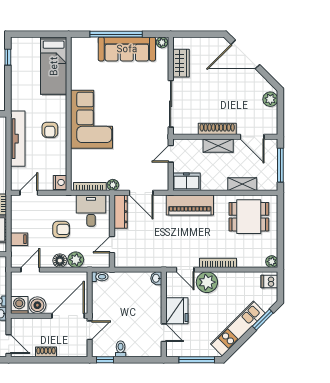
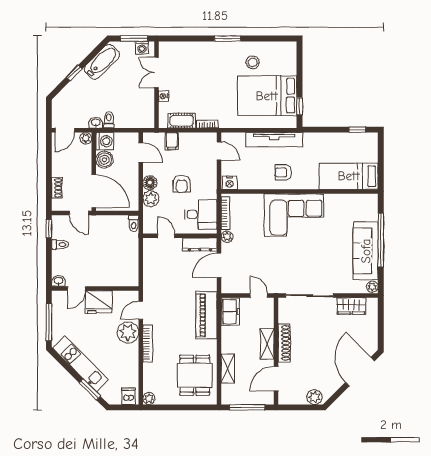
washbasin: (156, 278) -> (58, 281), moved
plant: (16, 324) -> (86, 138), added
shoe rack: (46, 352) -> (57, 188), moved

